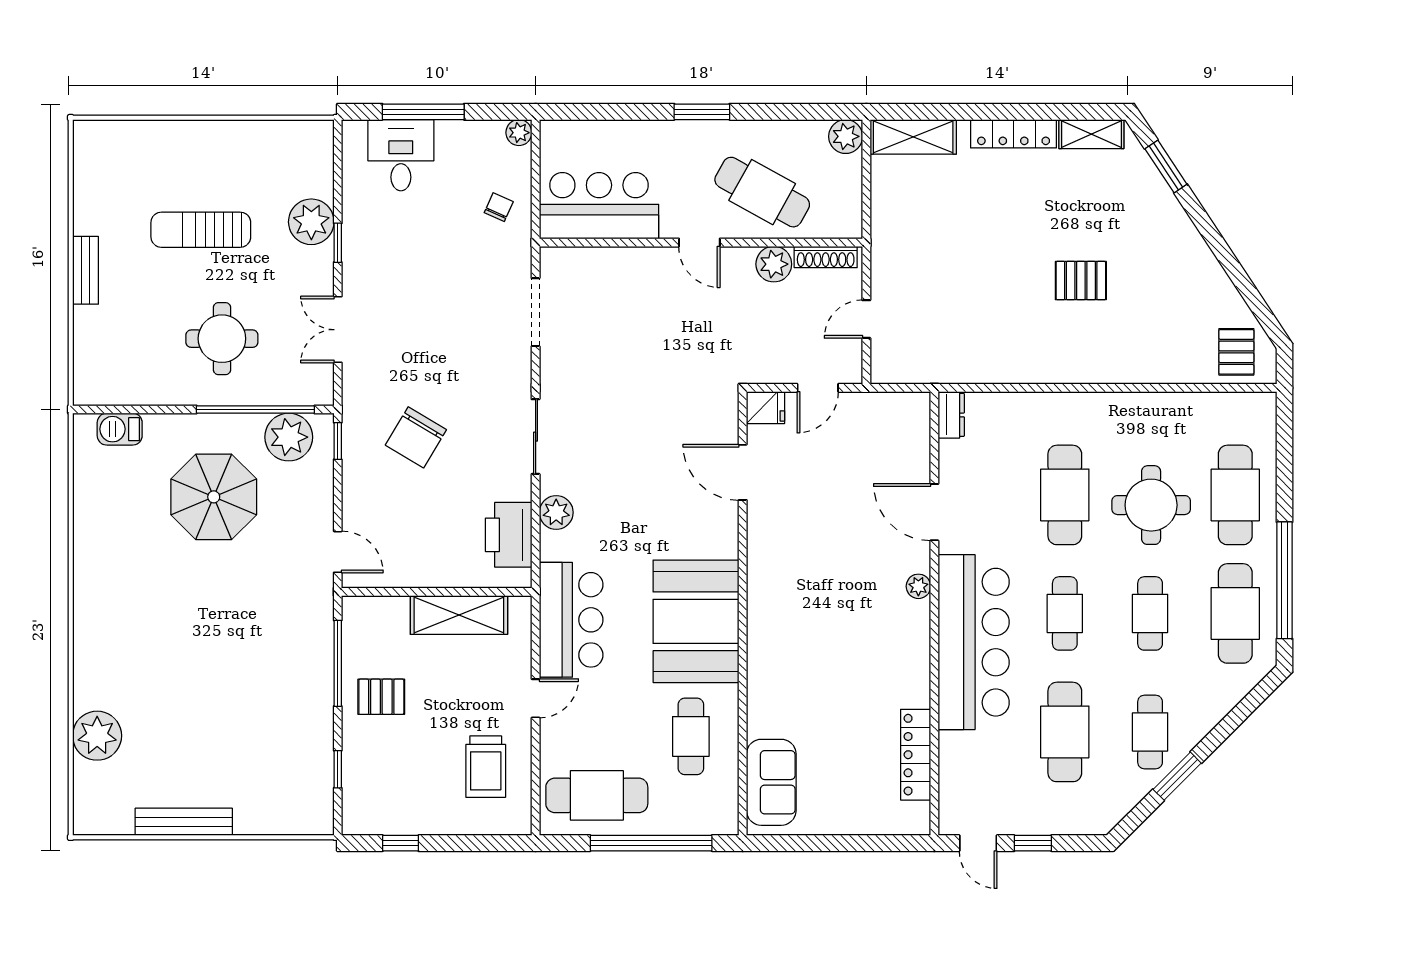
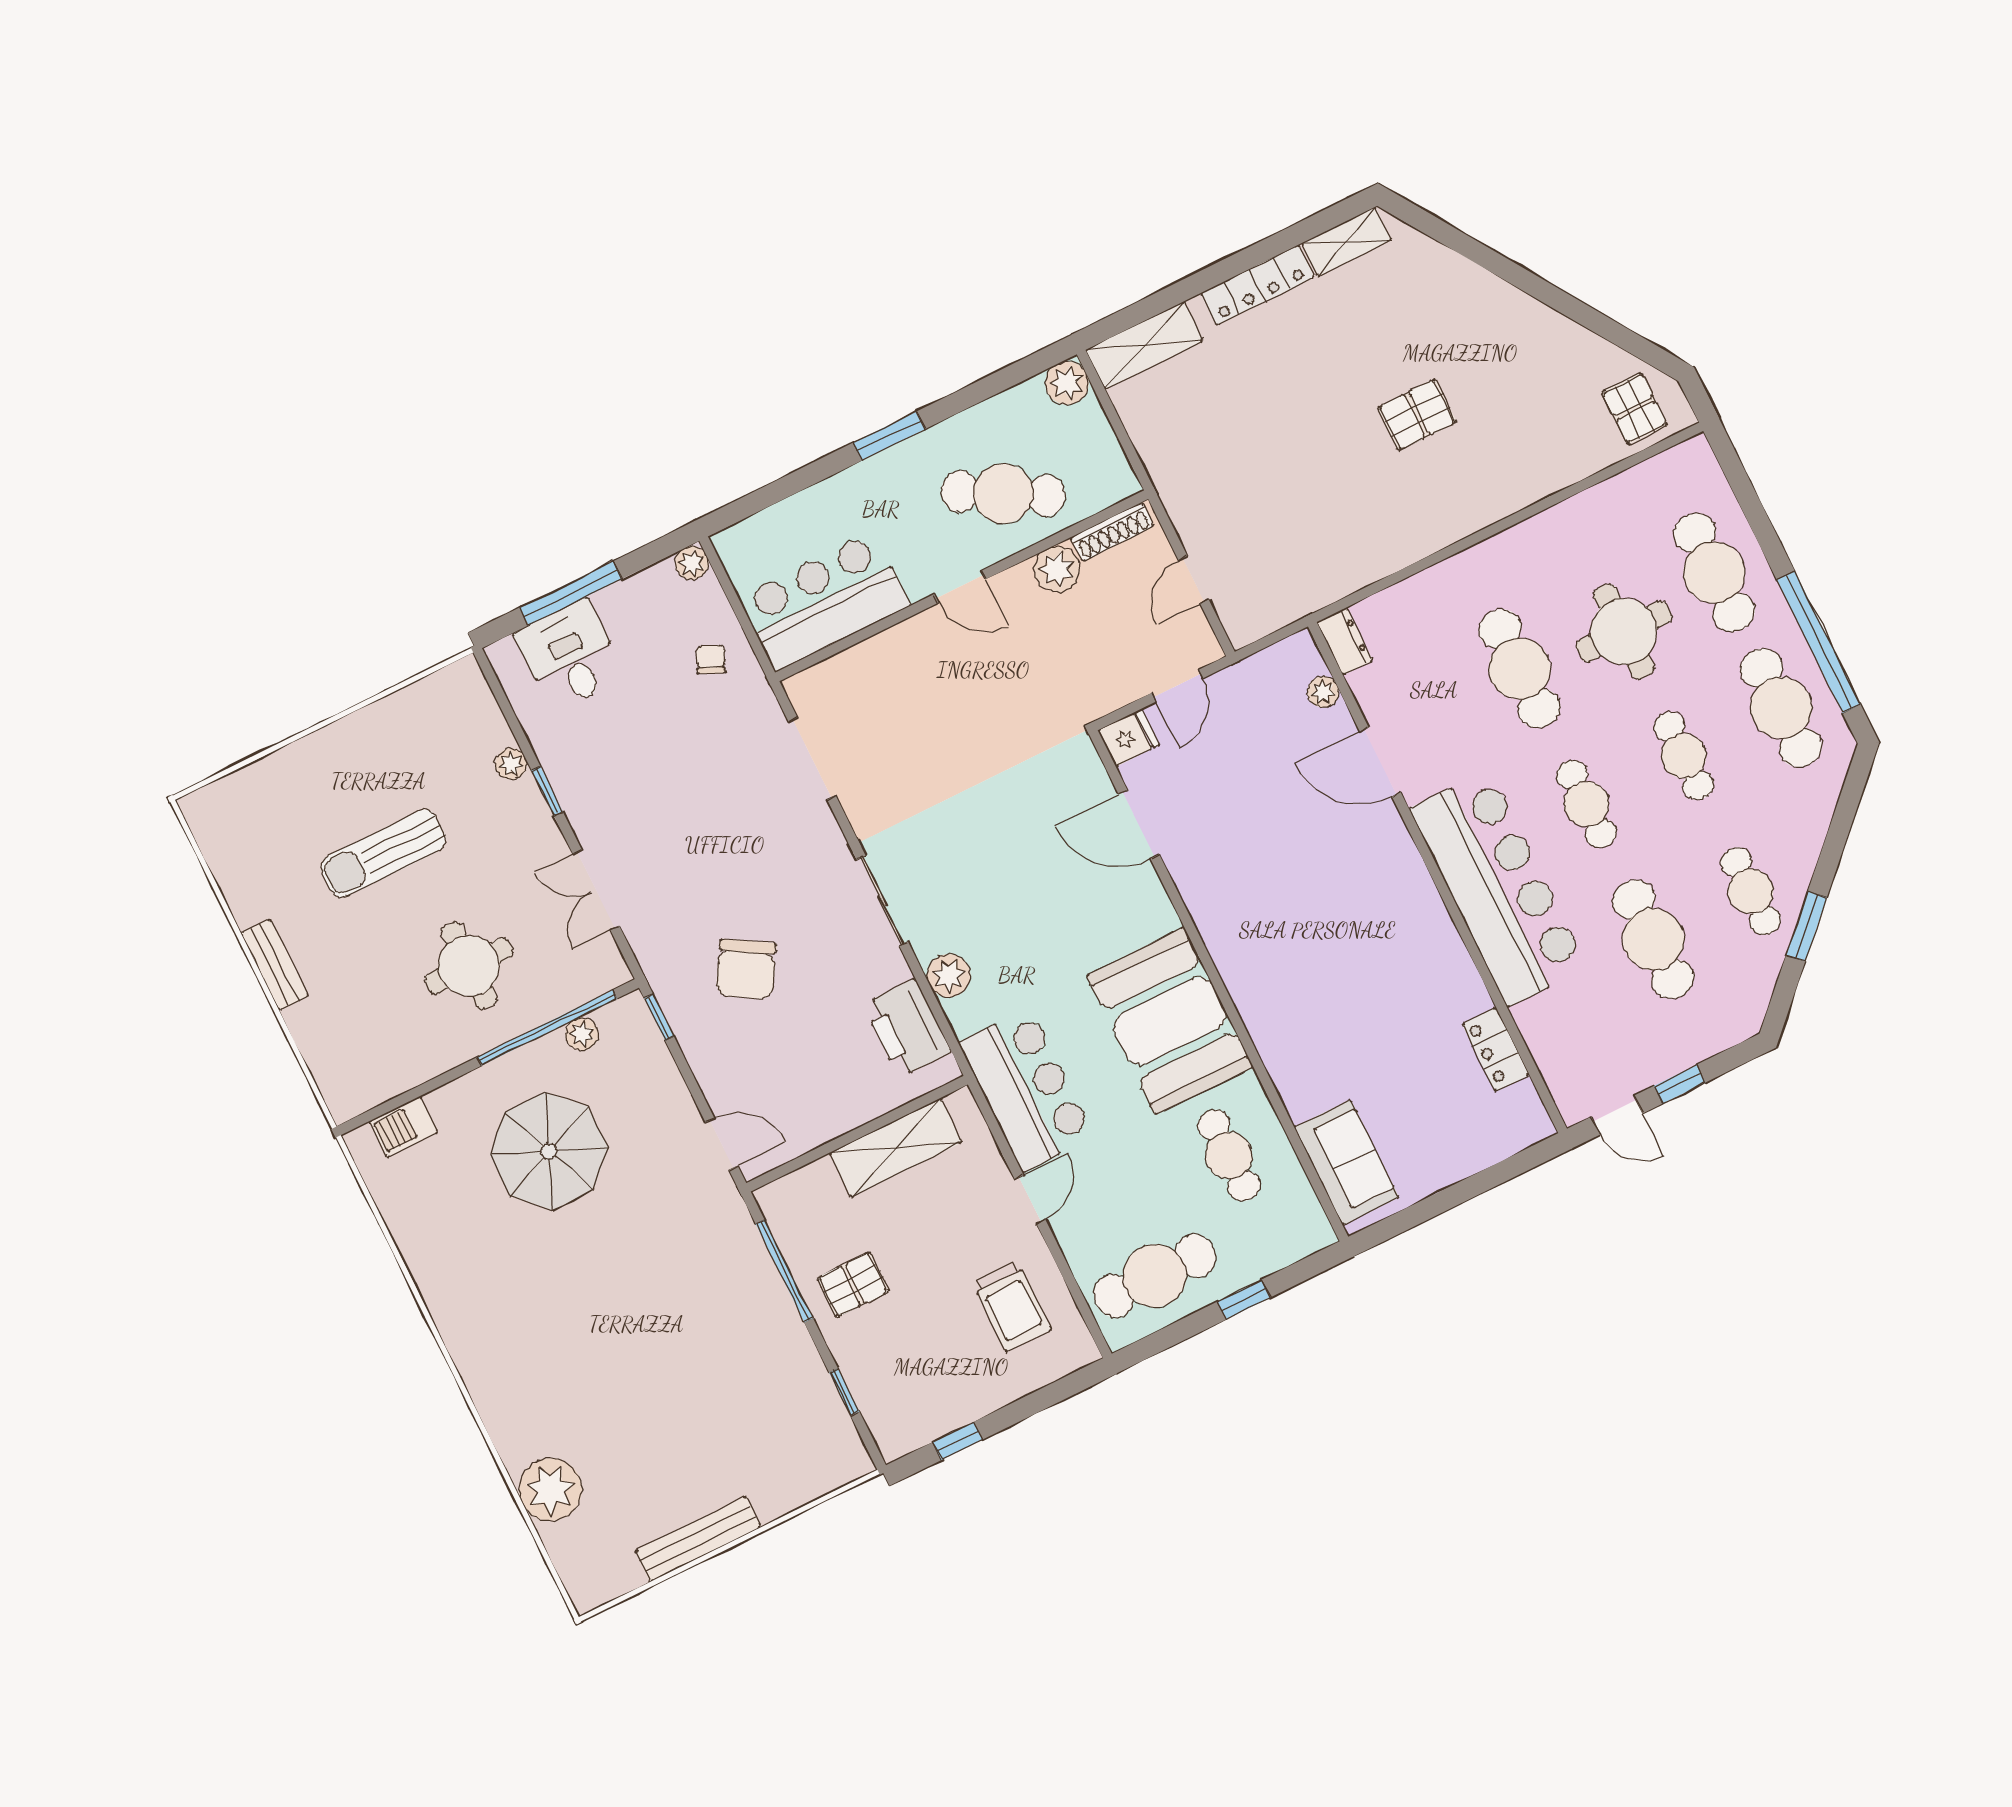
window: (1166, 166) -> (1450, 237), removed
plant: (311, 222) -> (511, 764), width x0.53, depth x0.53
plant: (289, 437) -> (582, 1034), width x0.53, depth x0.53
plant: (918, 586) -> (1323, 692), moved
locker: (916, 755) -> (1496, 1049), width x0.66
window: (651, 843) -> (1244, 1300), width x0.32

